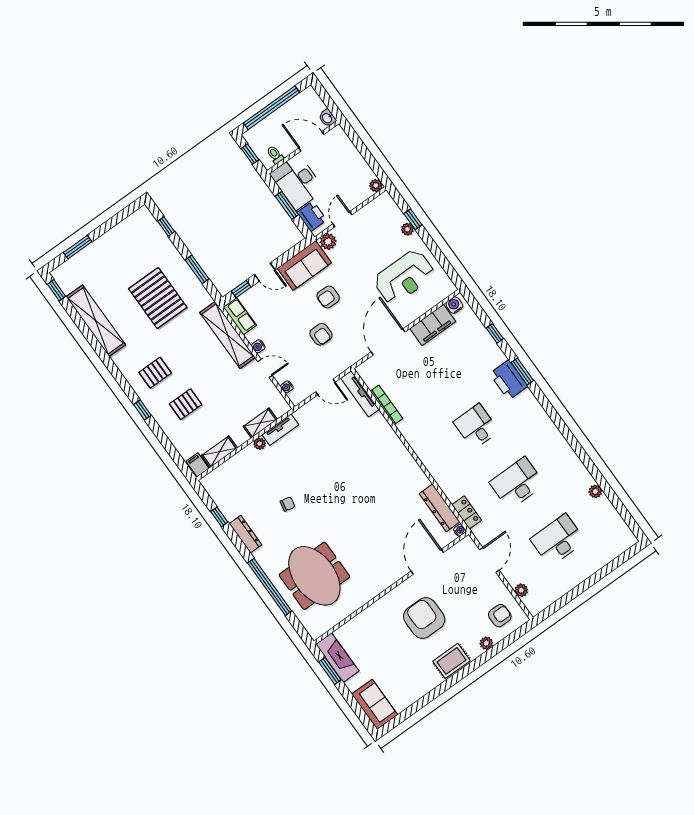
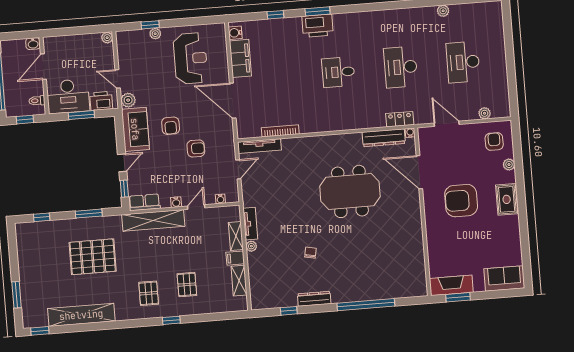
filing cabinet: (198, 465) -> (235, 258), moved
meeting table: (314, 576) -> (350, 191), moved

